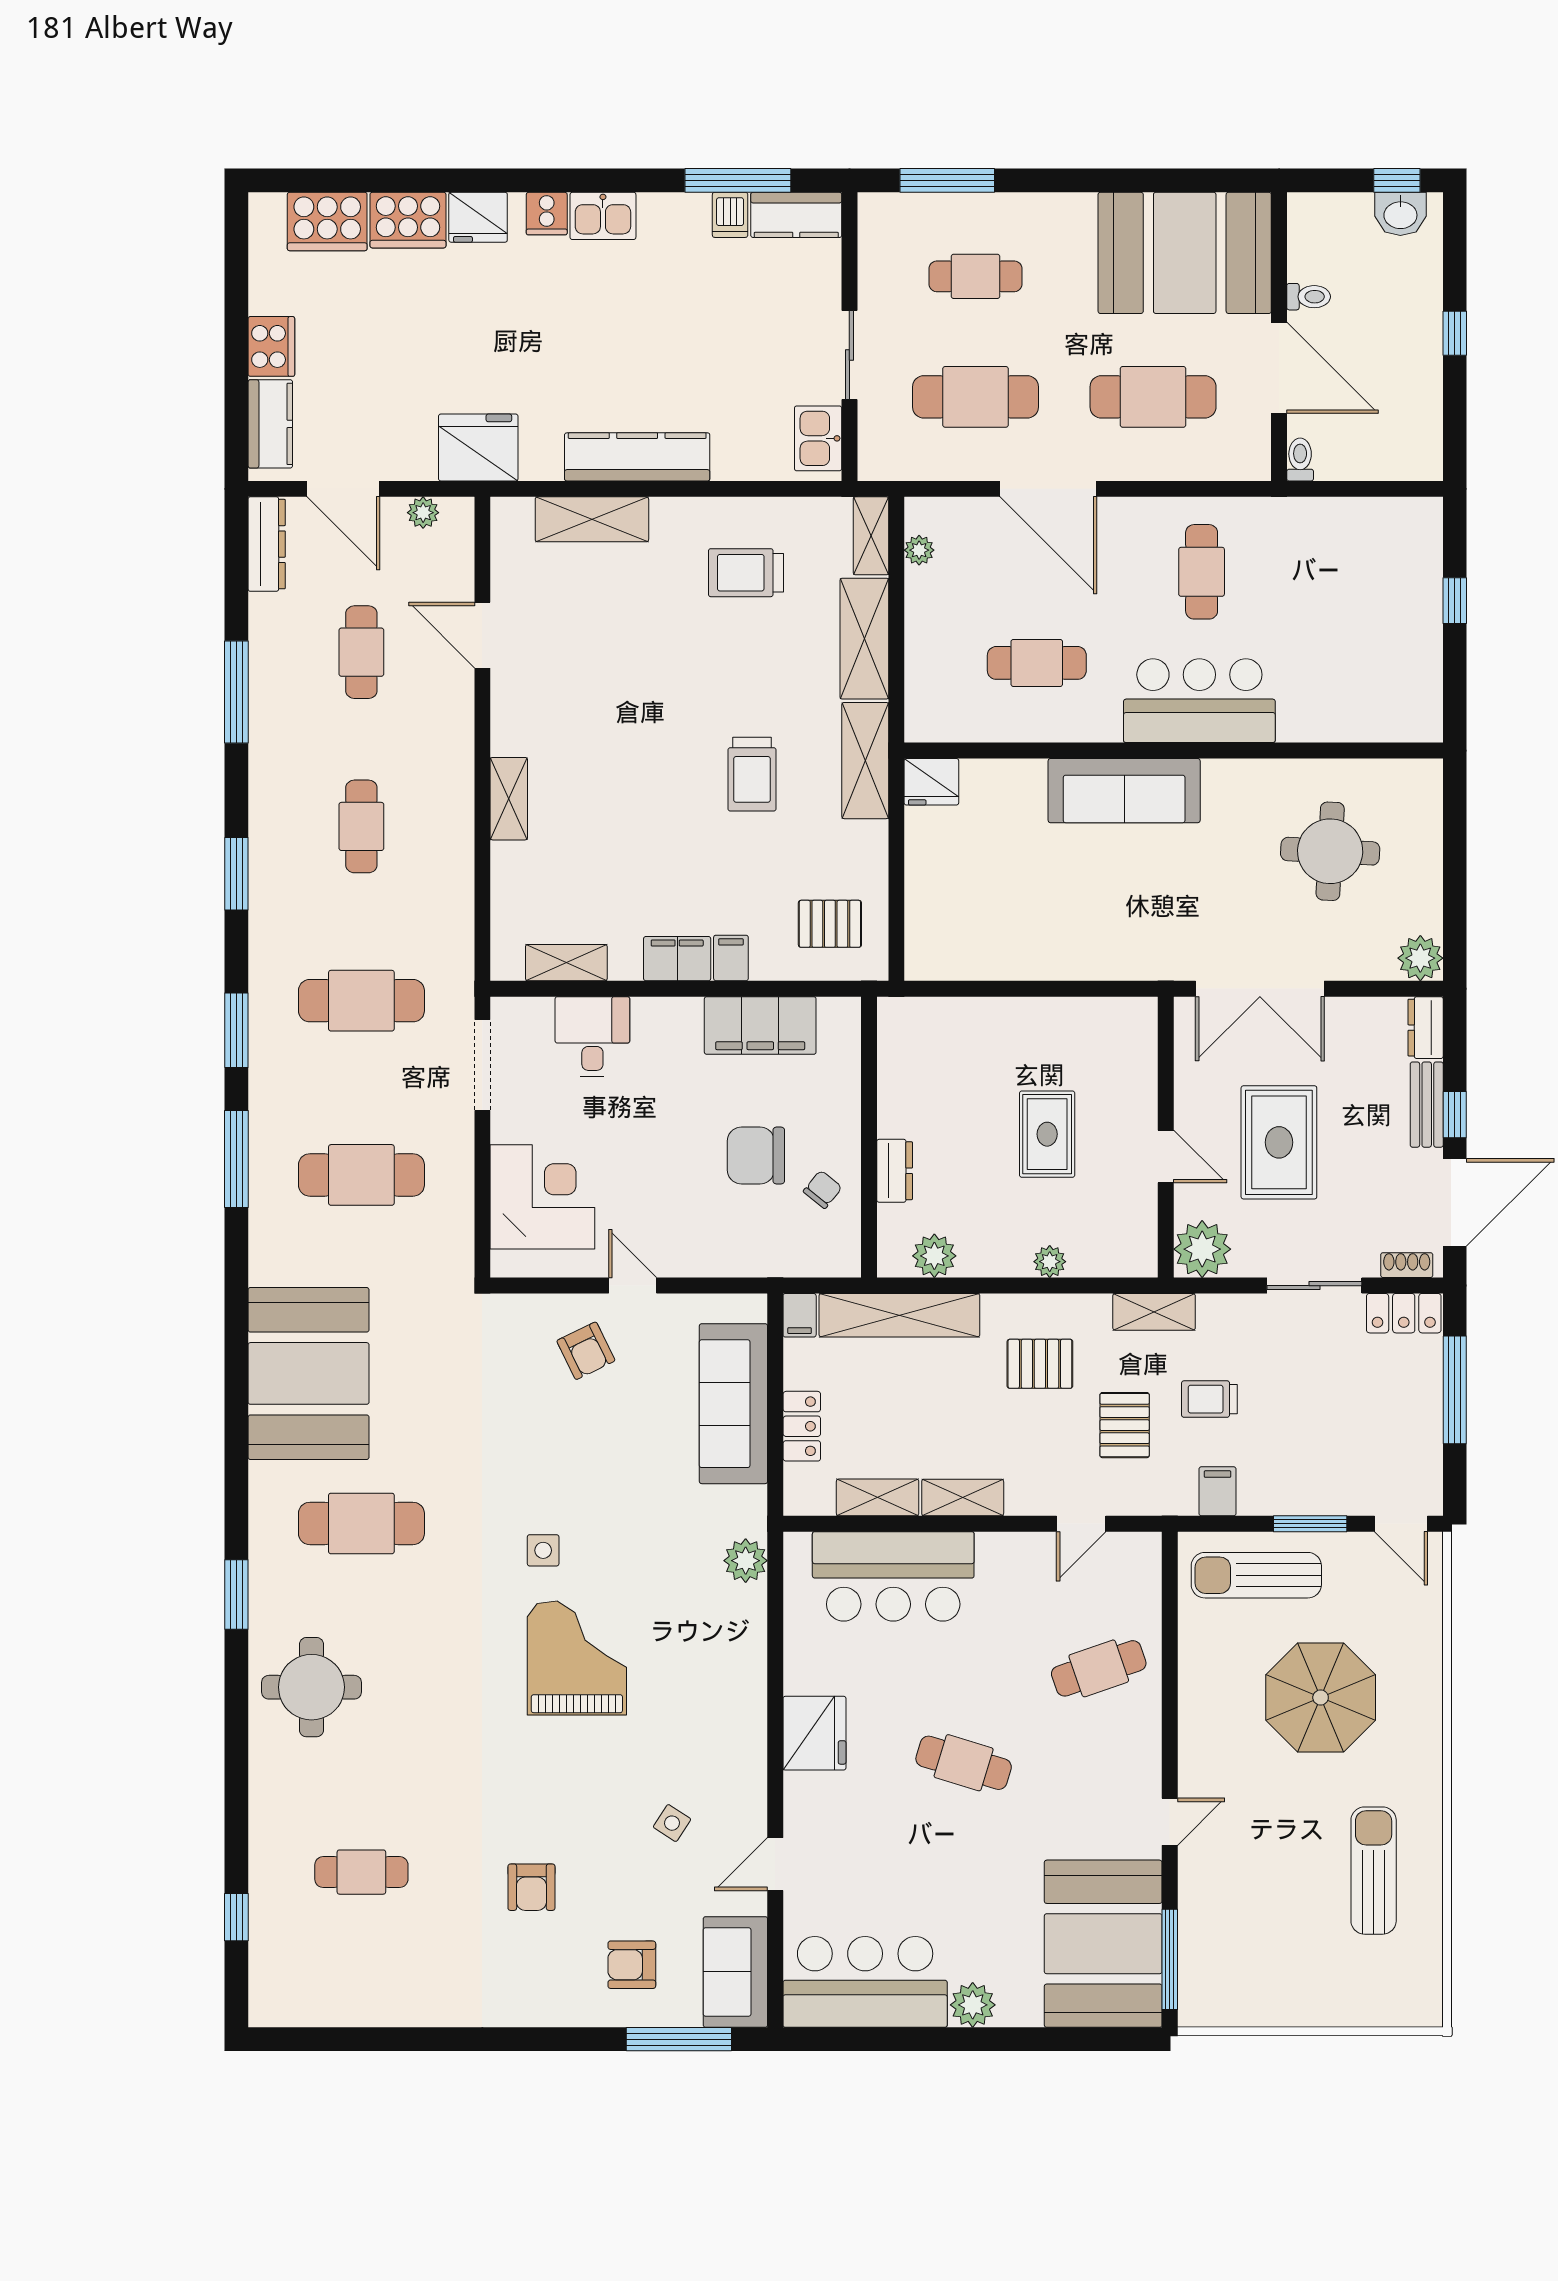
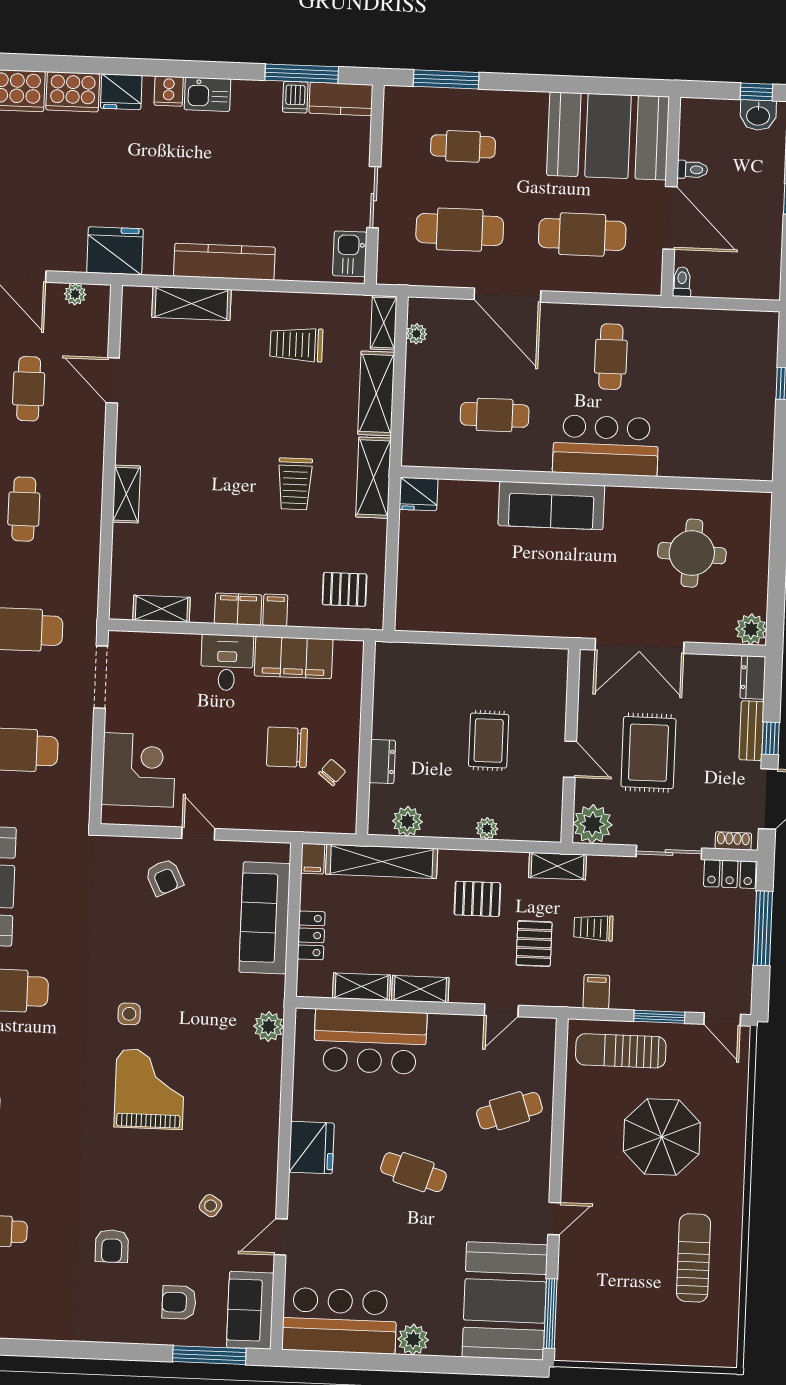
desk: (592, 1037) -> (227, 663), moved

